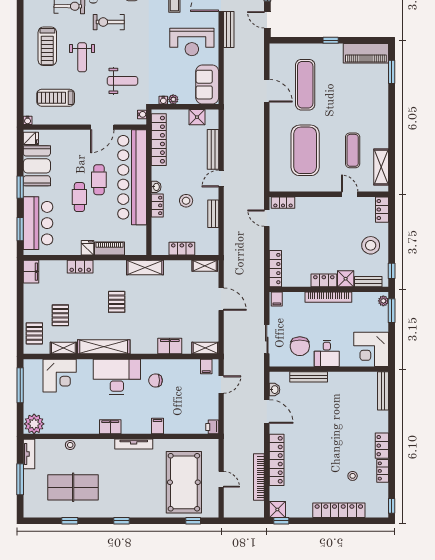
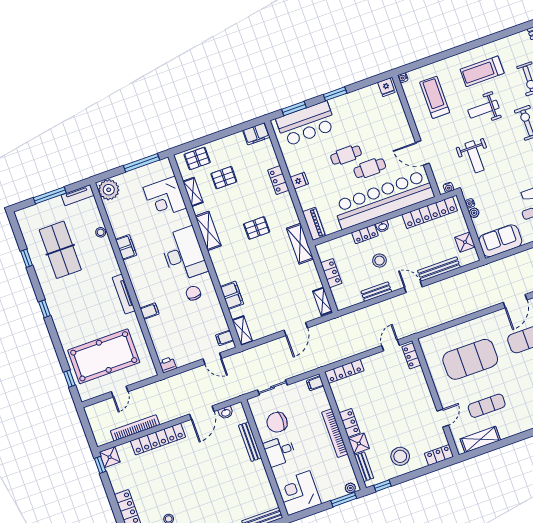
booth: (37, 166) -> (362, 103), removed
piano: (109, 248) -> (314, 224), moved
shelving: (104, 347) -> (208, 231), width x0.68
filing cabinet: (110, 427) -> (126, 247), moved

